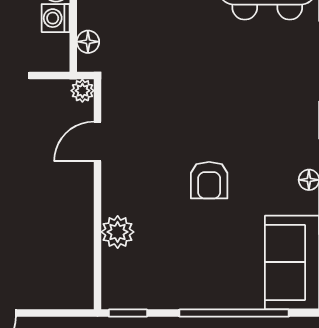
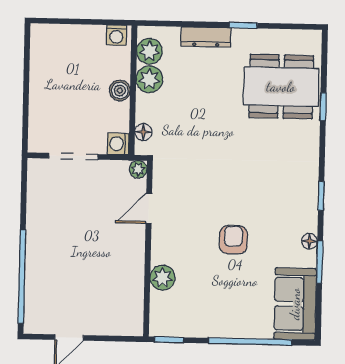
washing machine: (56, 18) -> (118, 144), moved
armchair: (209, 180) -> (233, 240), turned 180

